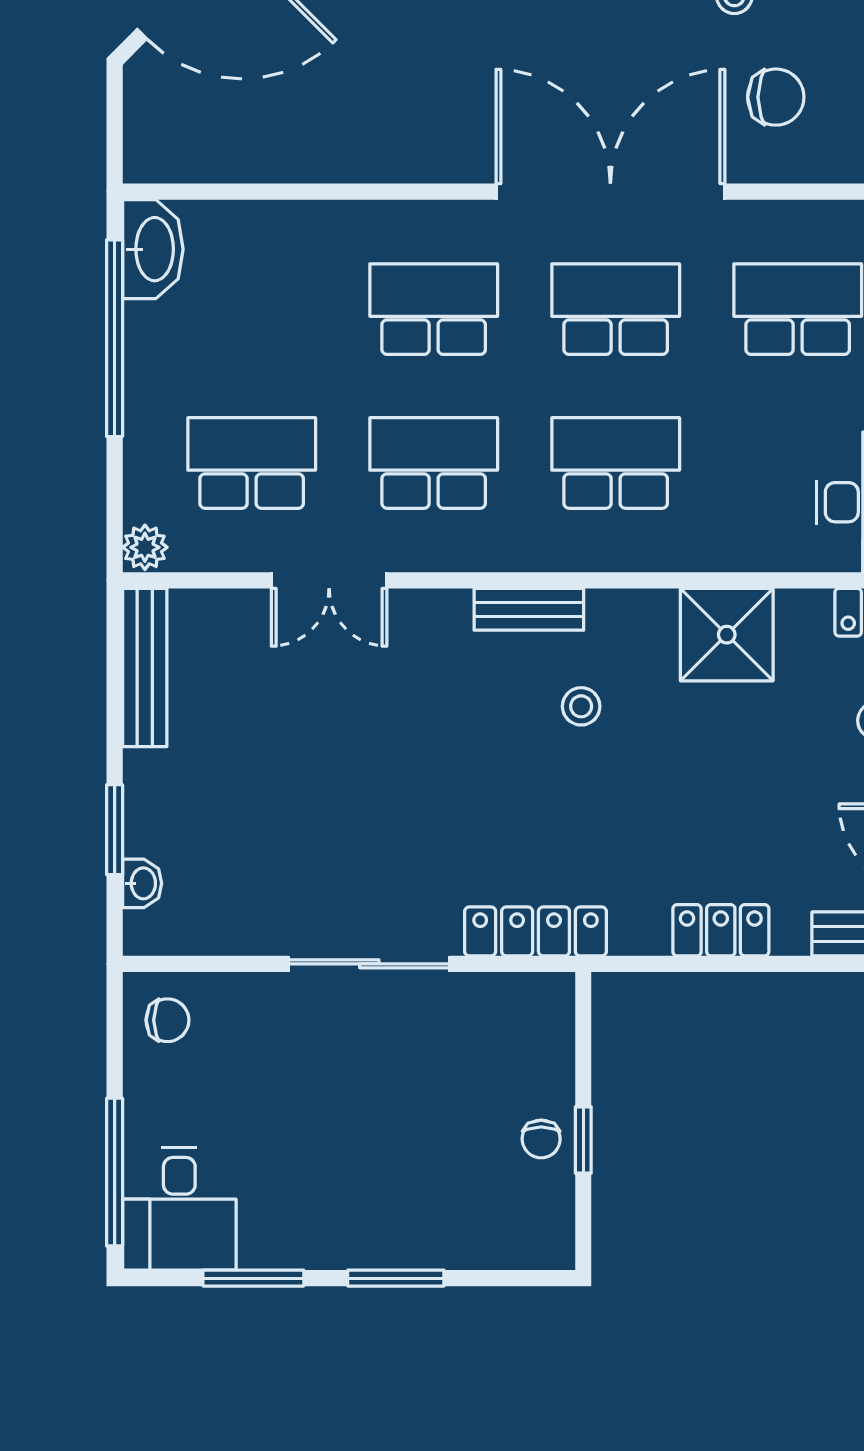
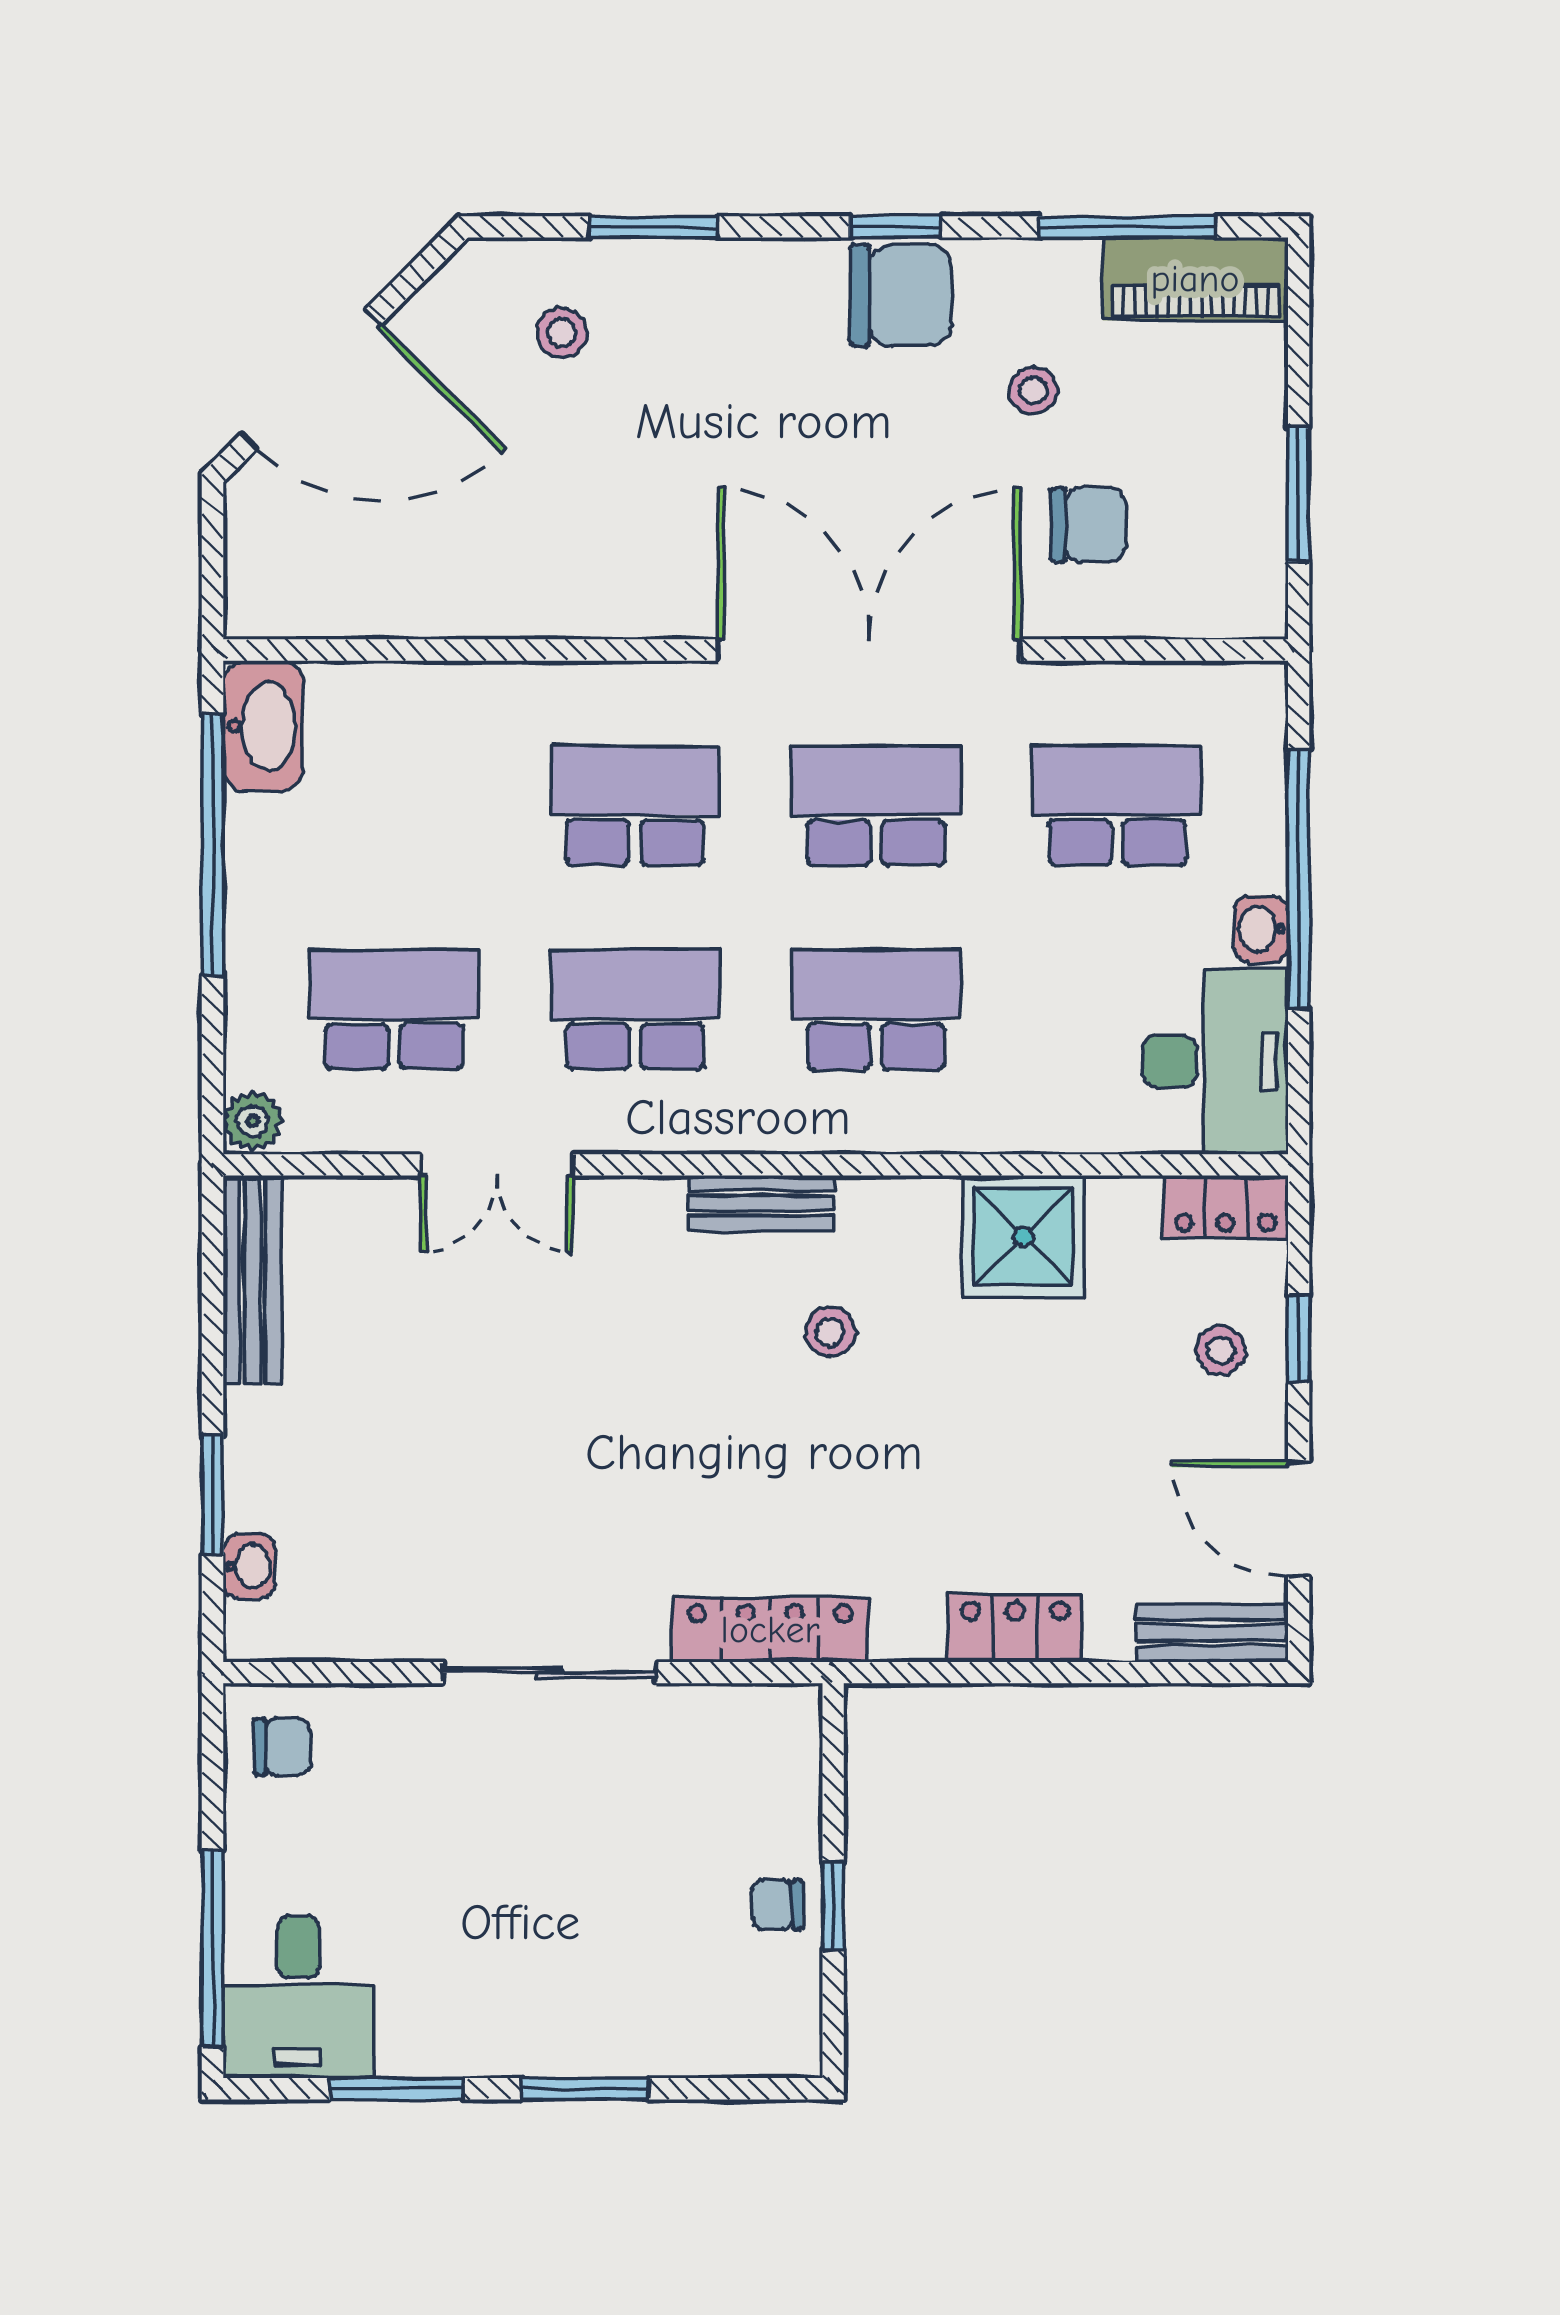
chair: (541, 1139) -> (777, 1905), turned 90

